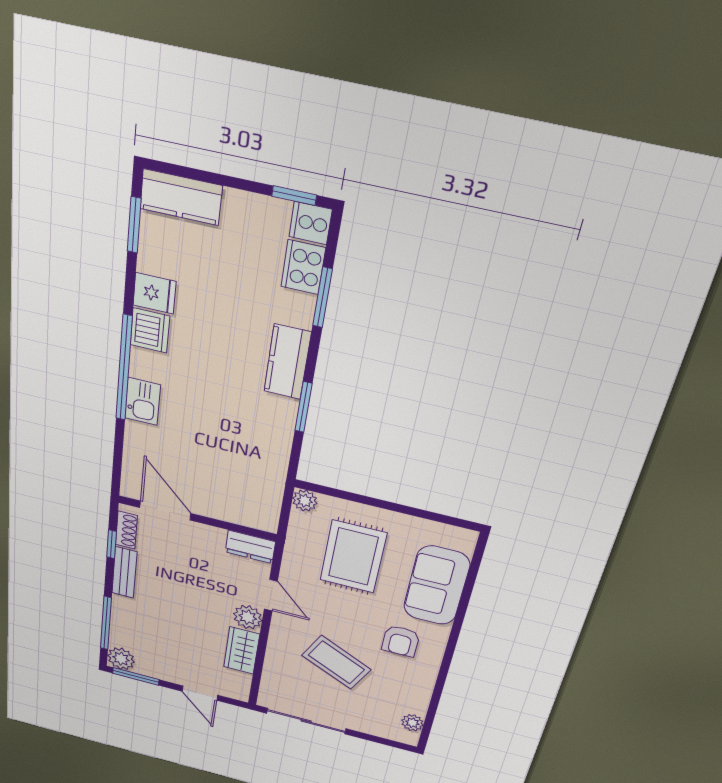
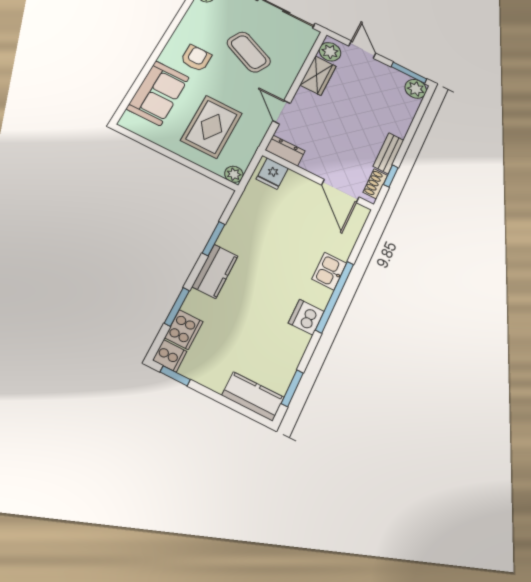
fridge: (154, 293) -> (272, 174), moved, turned -90
plant: (248, 617) -> (330, 52), moved
window: (106, 623) -> (418, 118), removed

